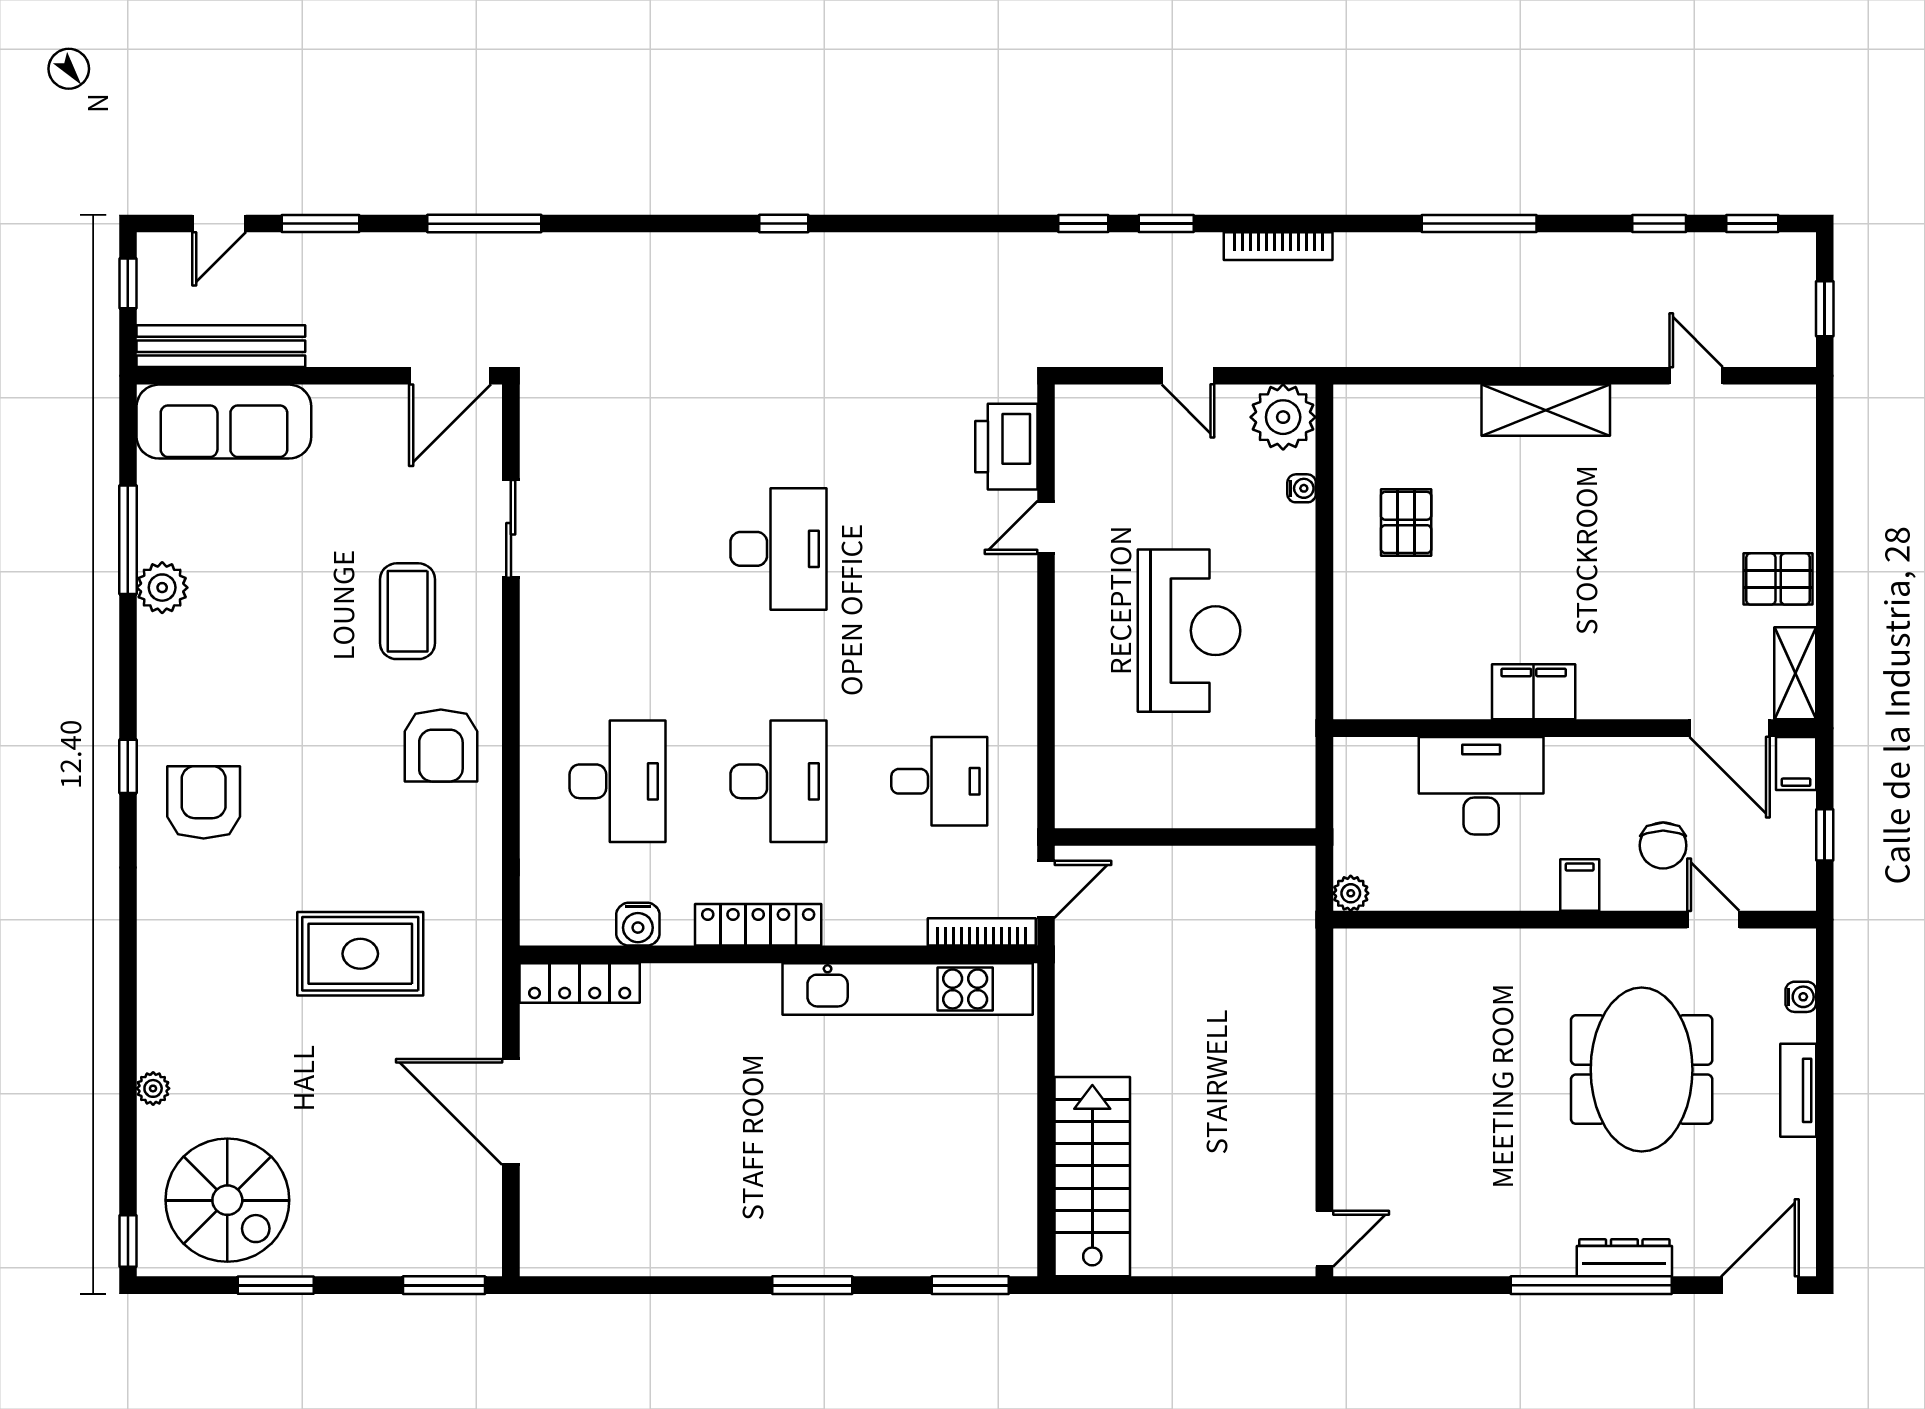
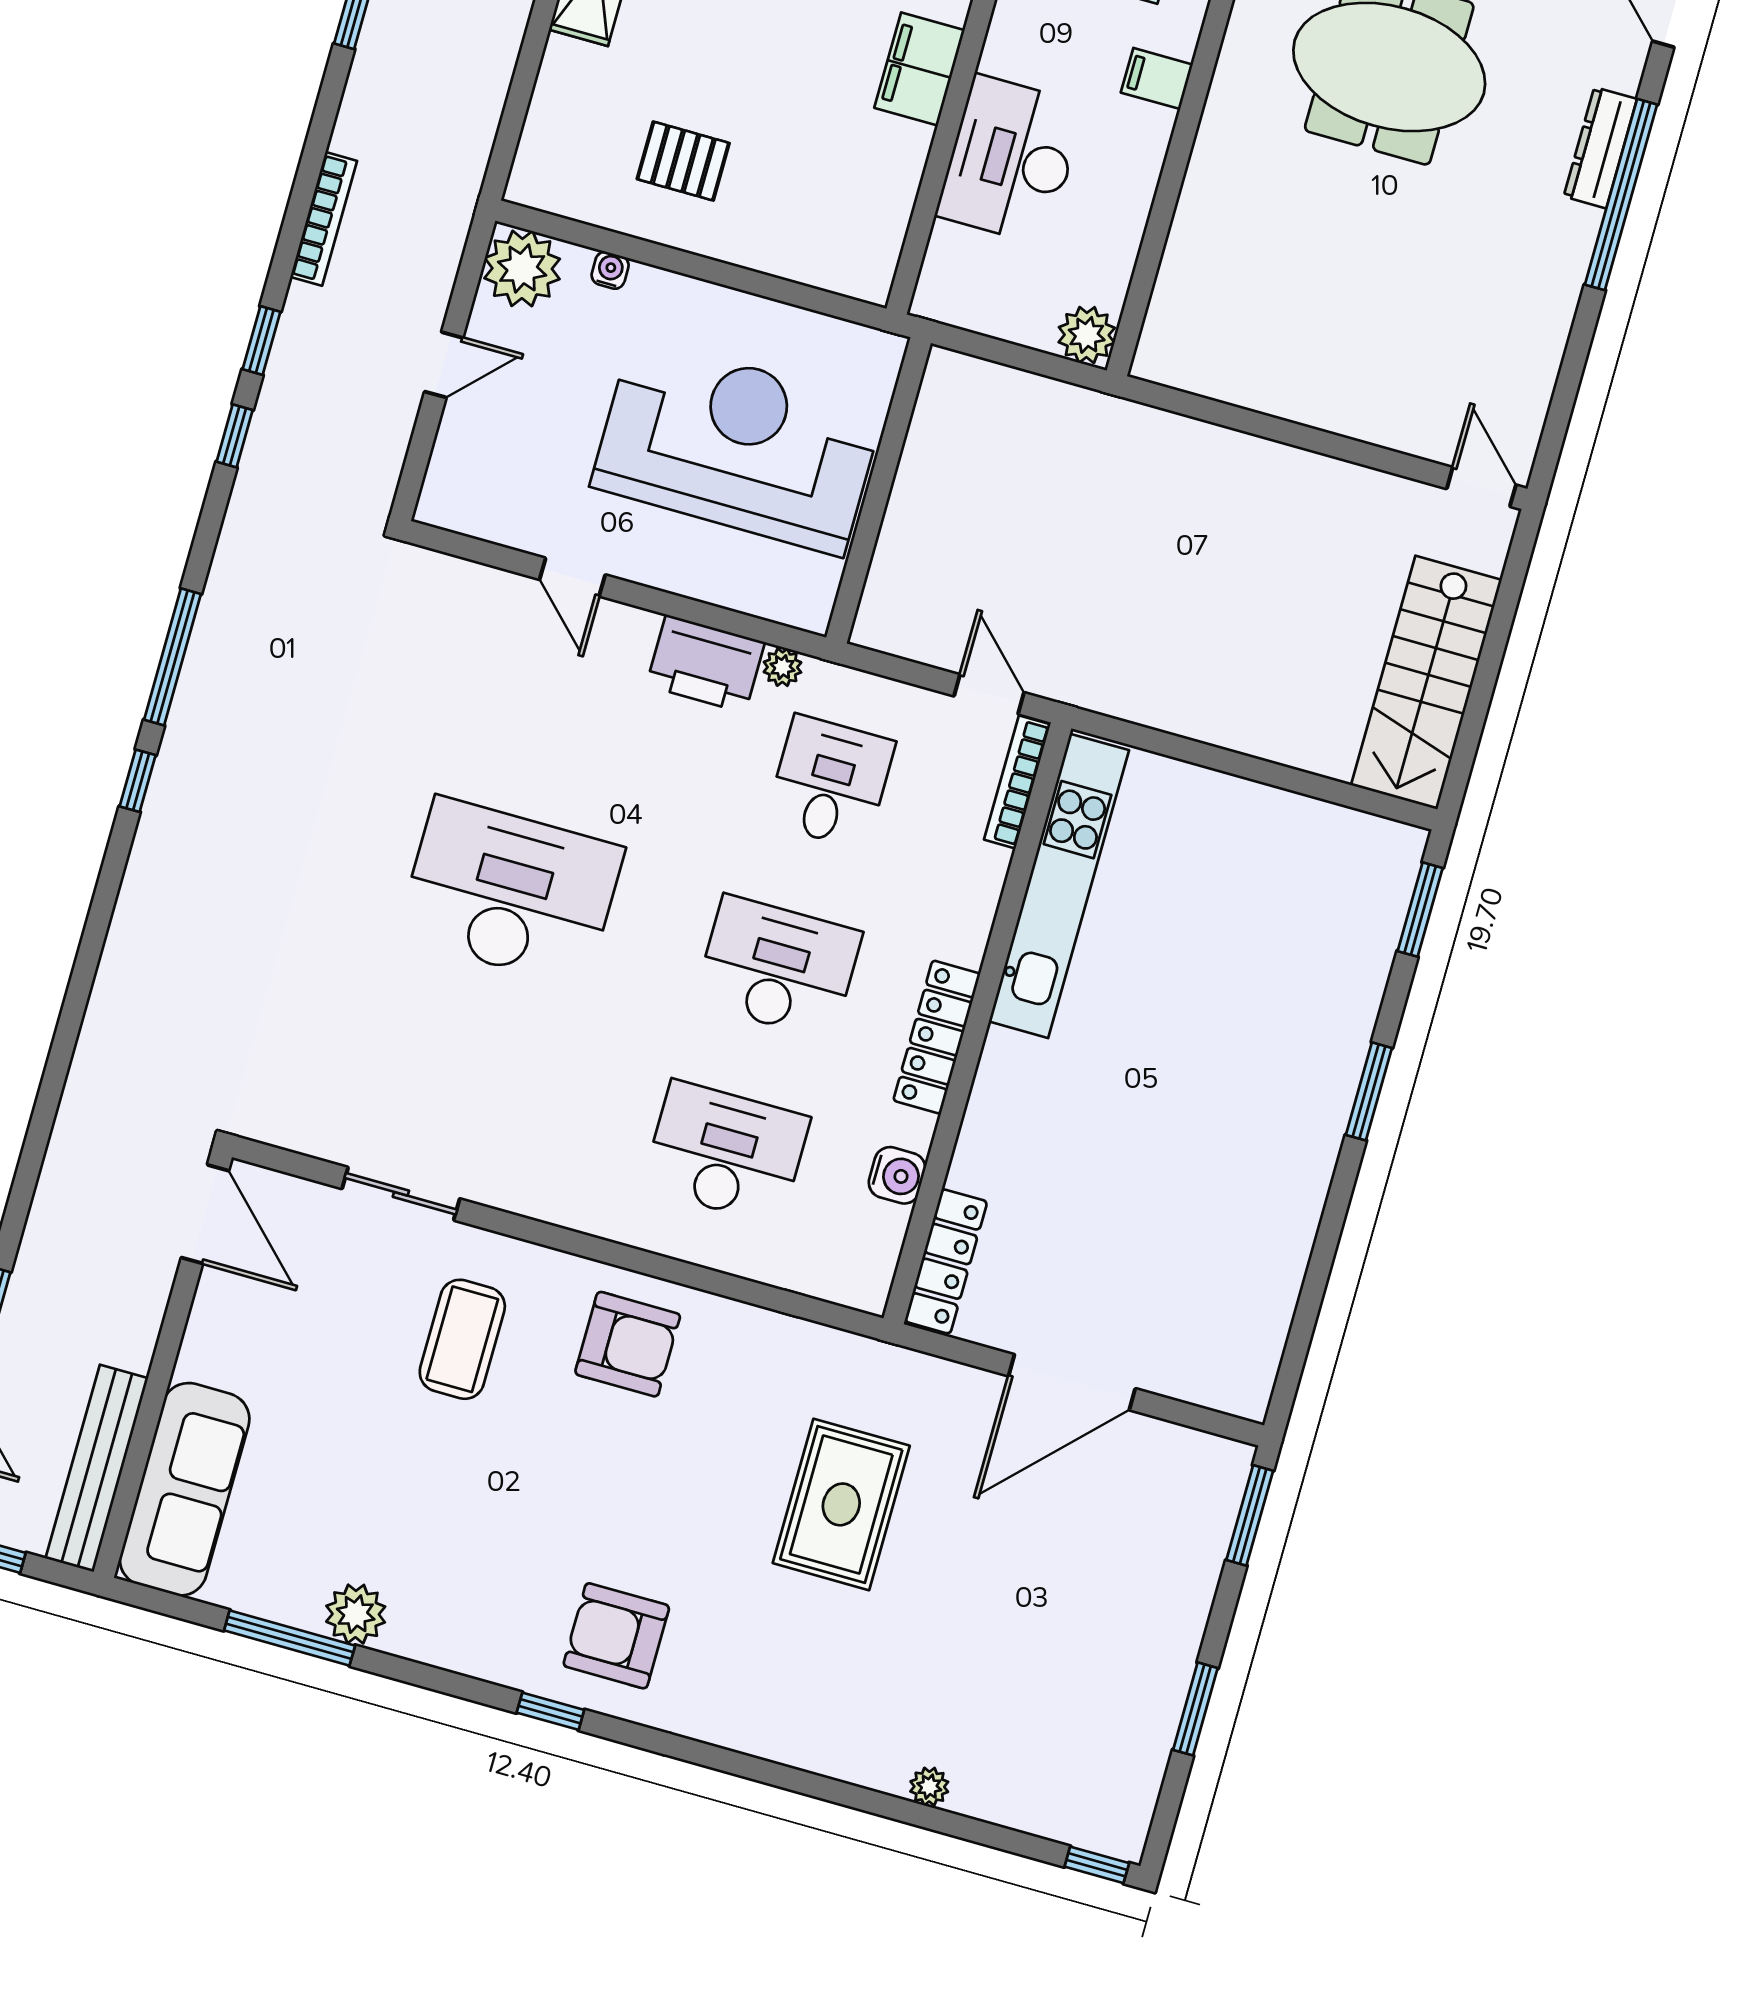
window: (484, 224) -> (173, 657), moved
printer: (1006, 447) -> (706, 664), moved
desk: (778, 549) -> (511, 892), width x1.36, depth x1.30
coffee table: (408, 611) -> (462, 1339), turned 90
reception desk: (1189, 631) -> (738, 446), width x1.36, depth x1.30
plant: (1021, 717) -> (782, 667), added
wall: (1185, 837) -> (879, 490), moved
plant: (1351, 893) -> (1087, 335), width x1.38, depth x1.38
stairs: (1092, 1177) -> (1426, 683), moved, turned -90
spiral stairs: (227, 1200) -> (1082, 1737), removed

